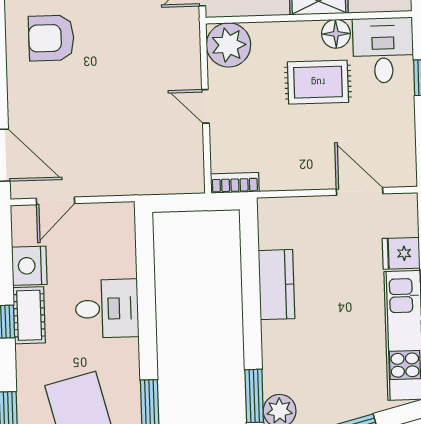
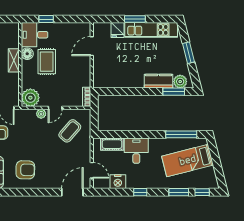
armchair: (51, 38) -> (25, 170), turned -89
plant: (190, 73) -> (41, 114), added
coffee table: (150, 144) -> (70, 131), added
kitchen counter: (276, 285) -> (158, 81), moved
cot: (29, 315) -> (112, 144), moved

